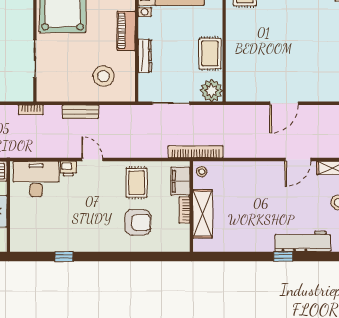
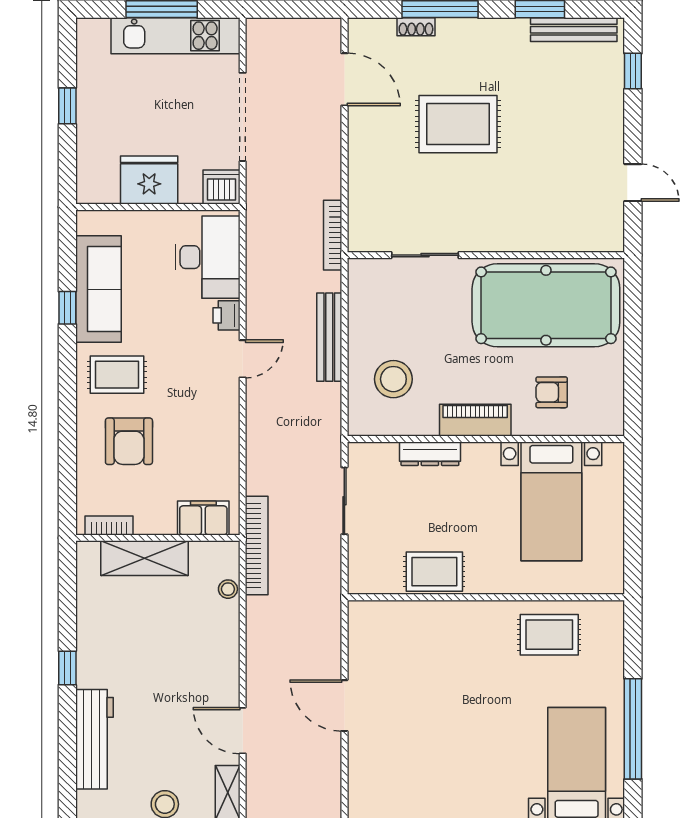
plant: (211, 91) -> (367, 574), removed
bookcase: (31, 110) -> (333, 235), width x1.56
bench: (80, 112) -> (329, 337), width x1.36
stool: (202, 172) -> (228, 589), moved
rug: (137, 183) -> (117, 375), moved
bookcase: (184, 210) -> (109, 526), moved
sofa: (54, 239) -> (98, 289), added
window: (283, 256) -> (67, 668), moved

